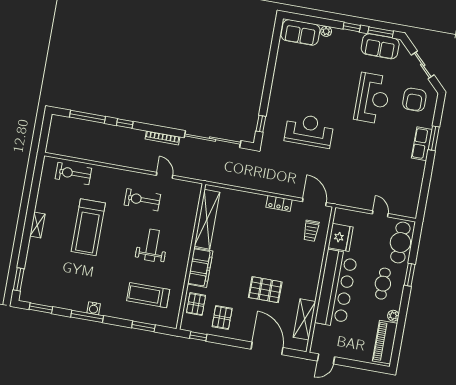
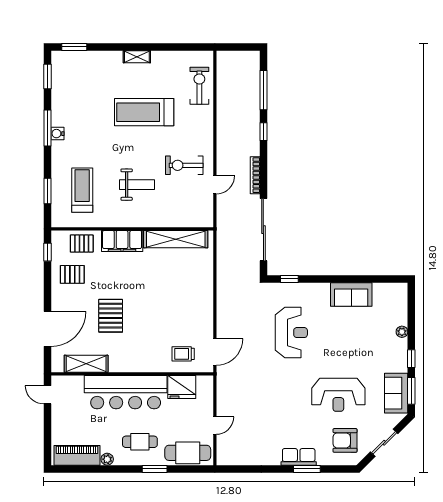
sofa: (300, 32) -> (351, 295), moved, turned -90
exercise bike: (142, 200) -> (184, 165), turned -90
locker: (279, 203) -> (207, 314), removed

